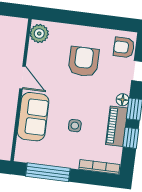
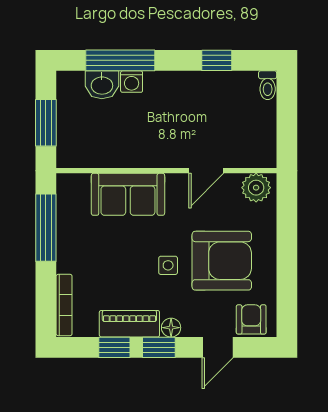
armchair: (84, 62) -> (222, 261), width x1.36, depth x1.36
door: (23, 77) -> (206, 171), moved
side table: (75, 126) -> (168, 265), moved

